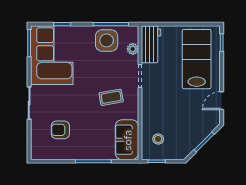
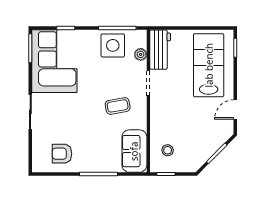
armchair: (60, 130) -> (62, 154), moved

